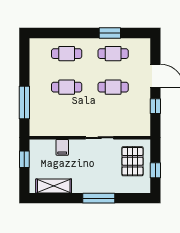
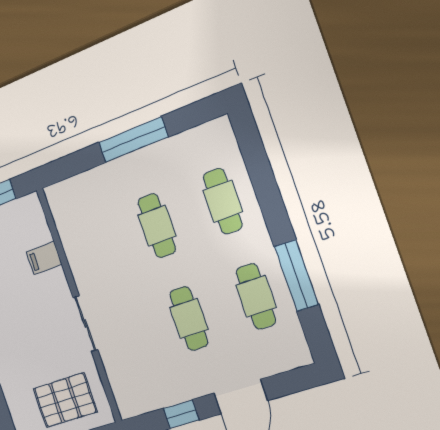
window: (110, 33) -> (296, 276), width x1.44
window: (24, 102) -> (133, 140), moved

